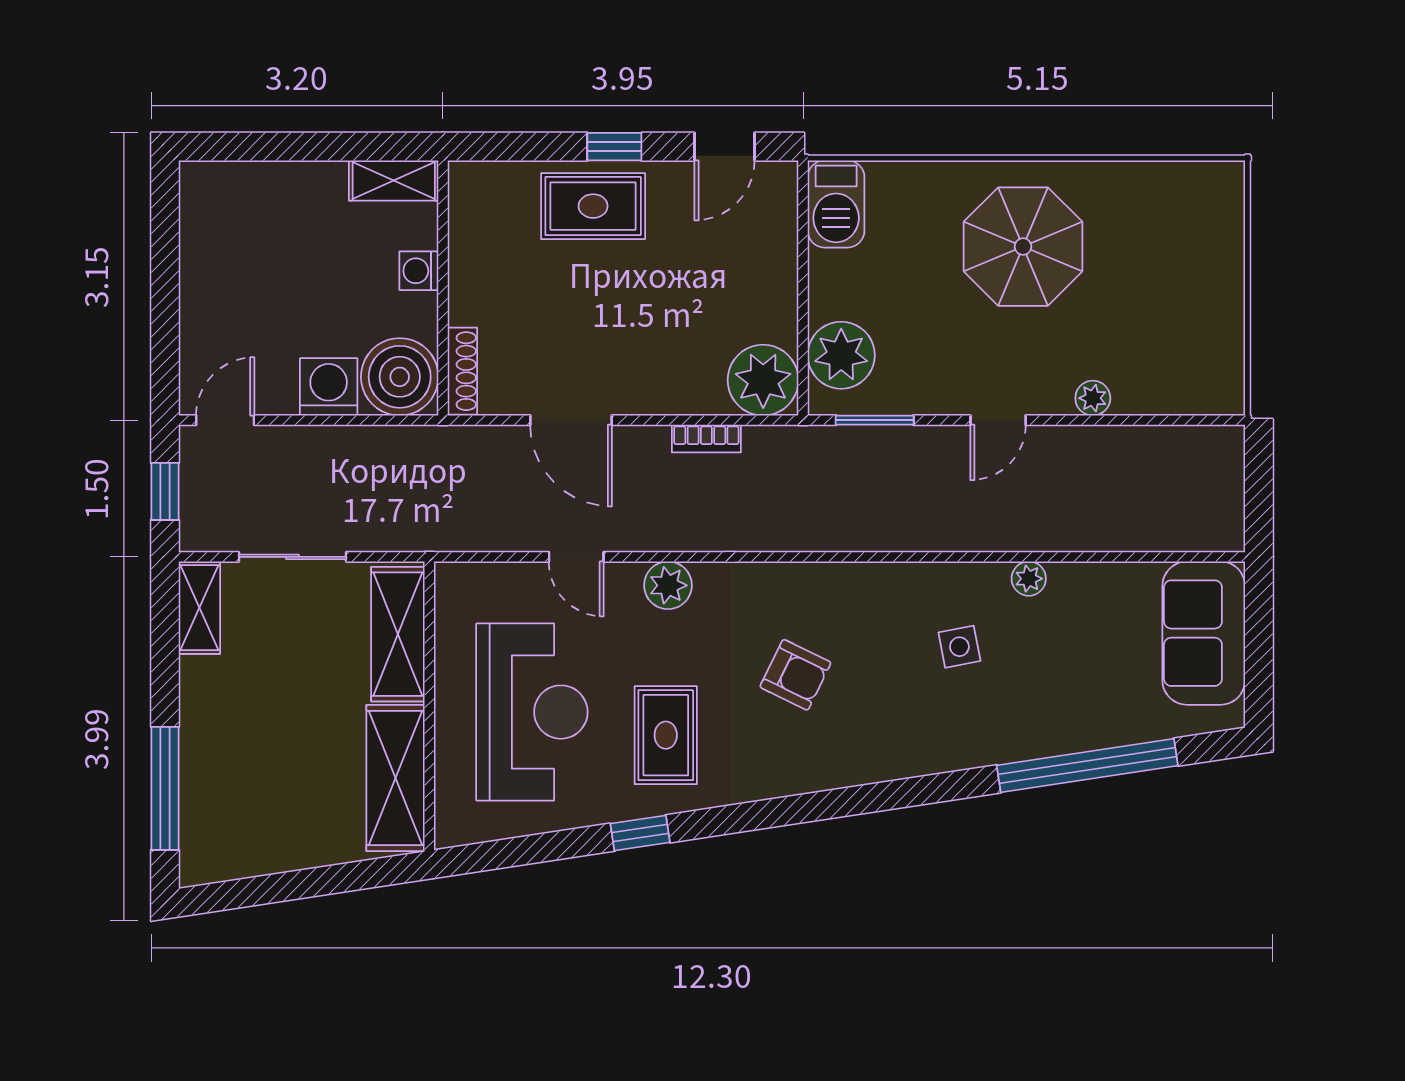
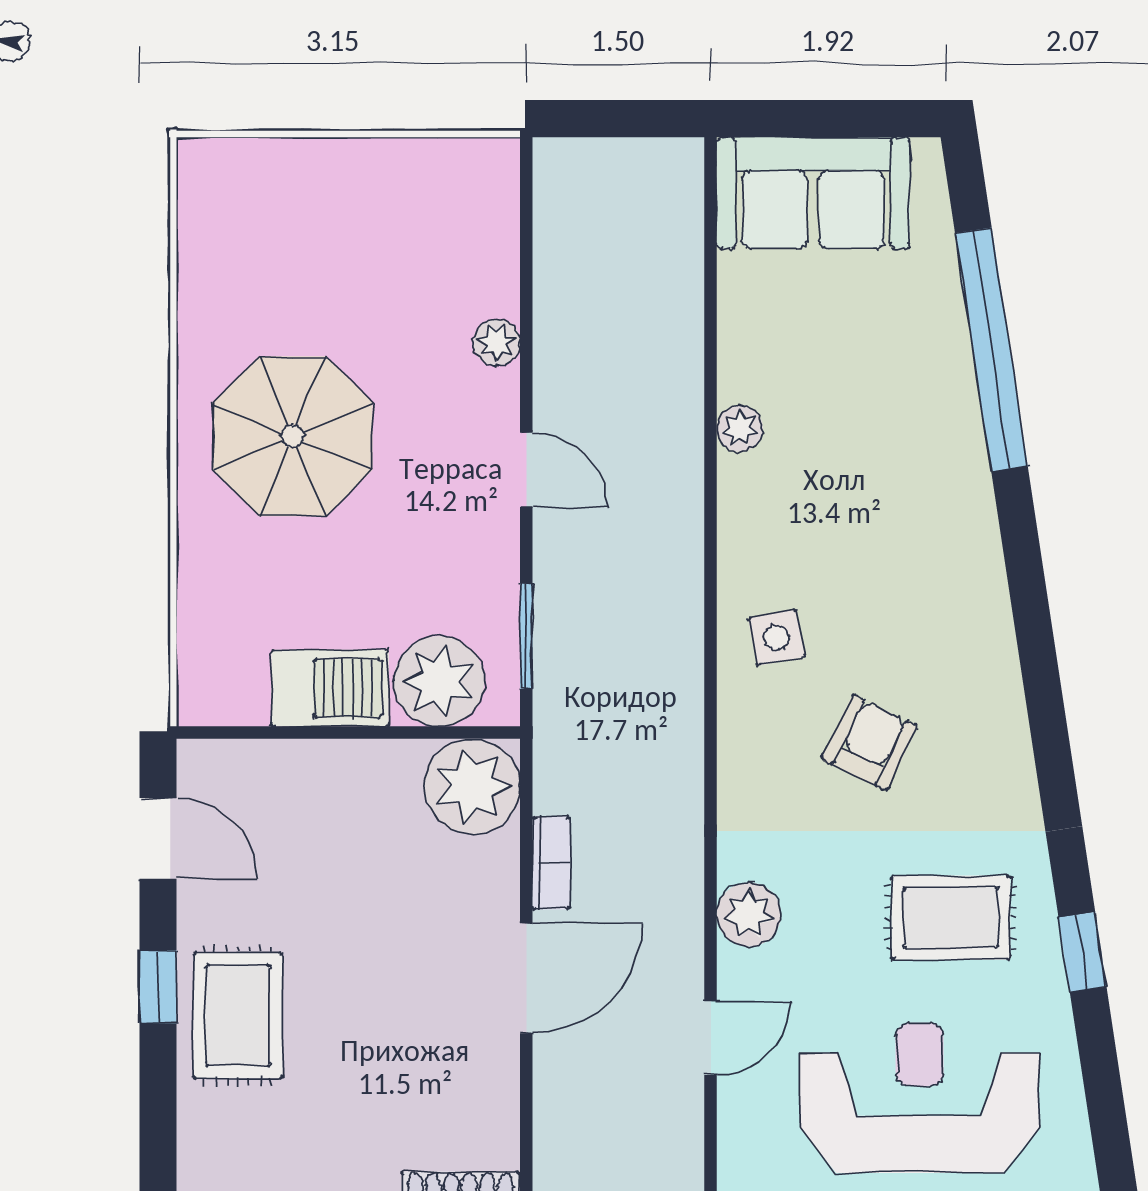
barbecue: (836, 204) -> (330, 688), moved
door: (571, 420) -> (526, 978), moved
side table: (959, 647) -> (777, 637), moved

